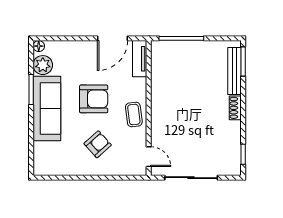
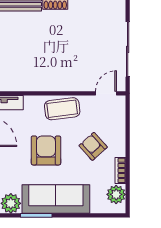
coffee table: (134, 115) -> (62, 109), width x1.36, depth x1.30
plant: (51, 166) -> (116, 194), added
bookcase: (74, 170) -> (120, 170), added

